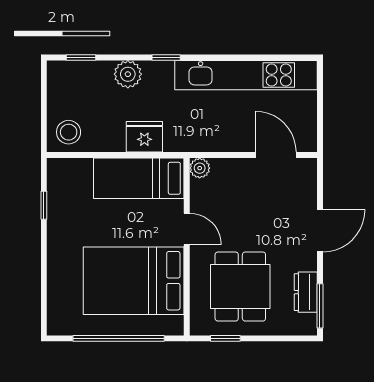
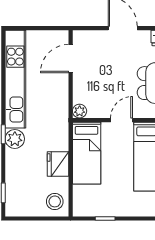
plant: (128, 74) -> (15, 139), moved
fridge: (144, 137) -> (58, 164), moved

